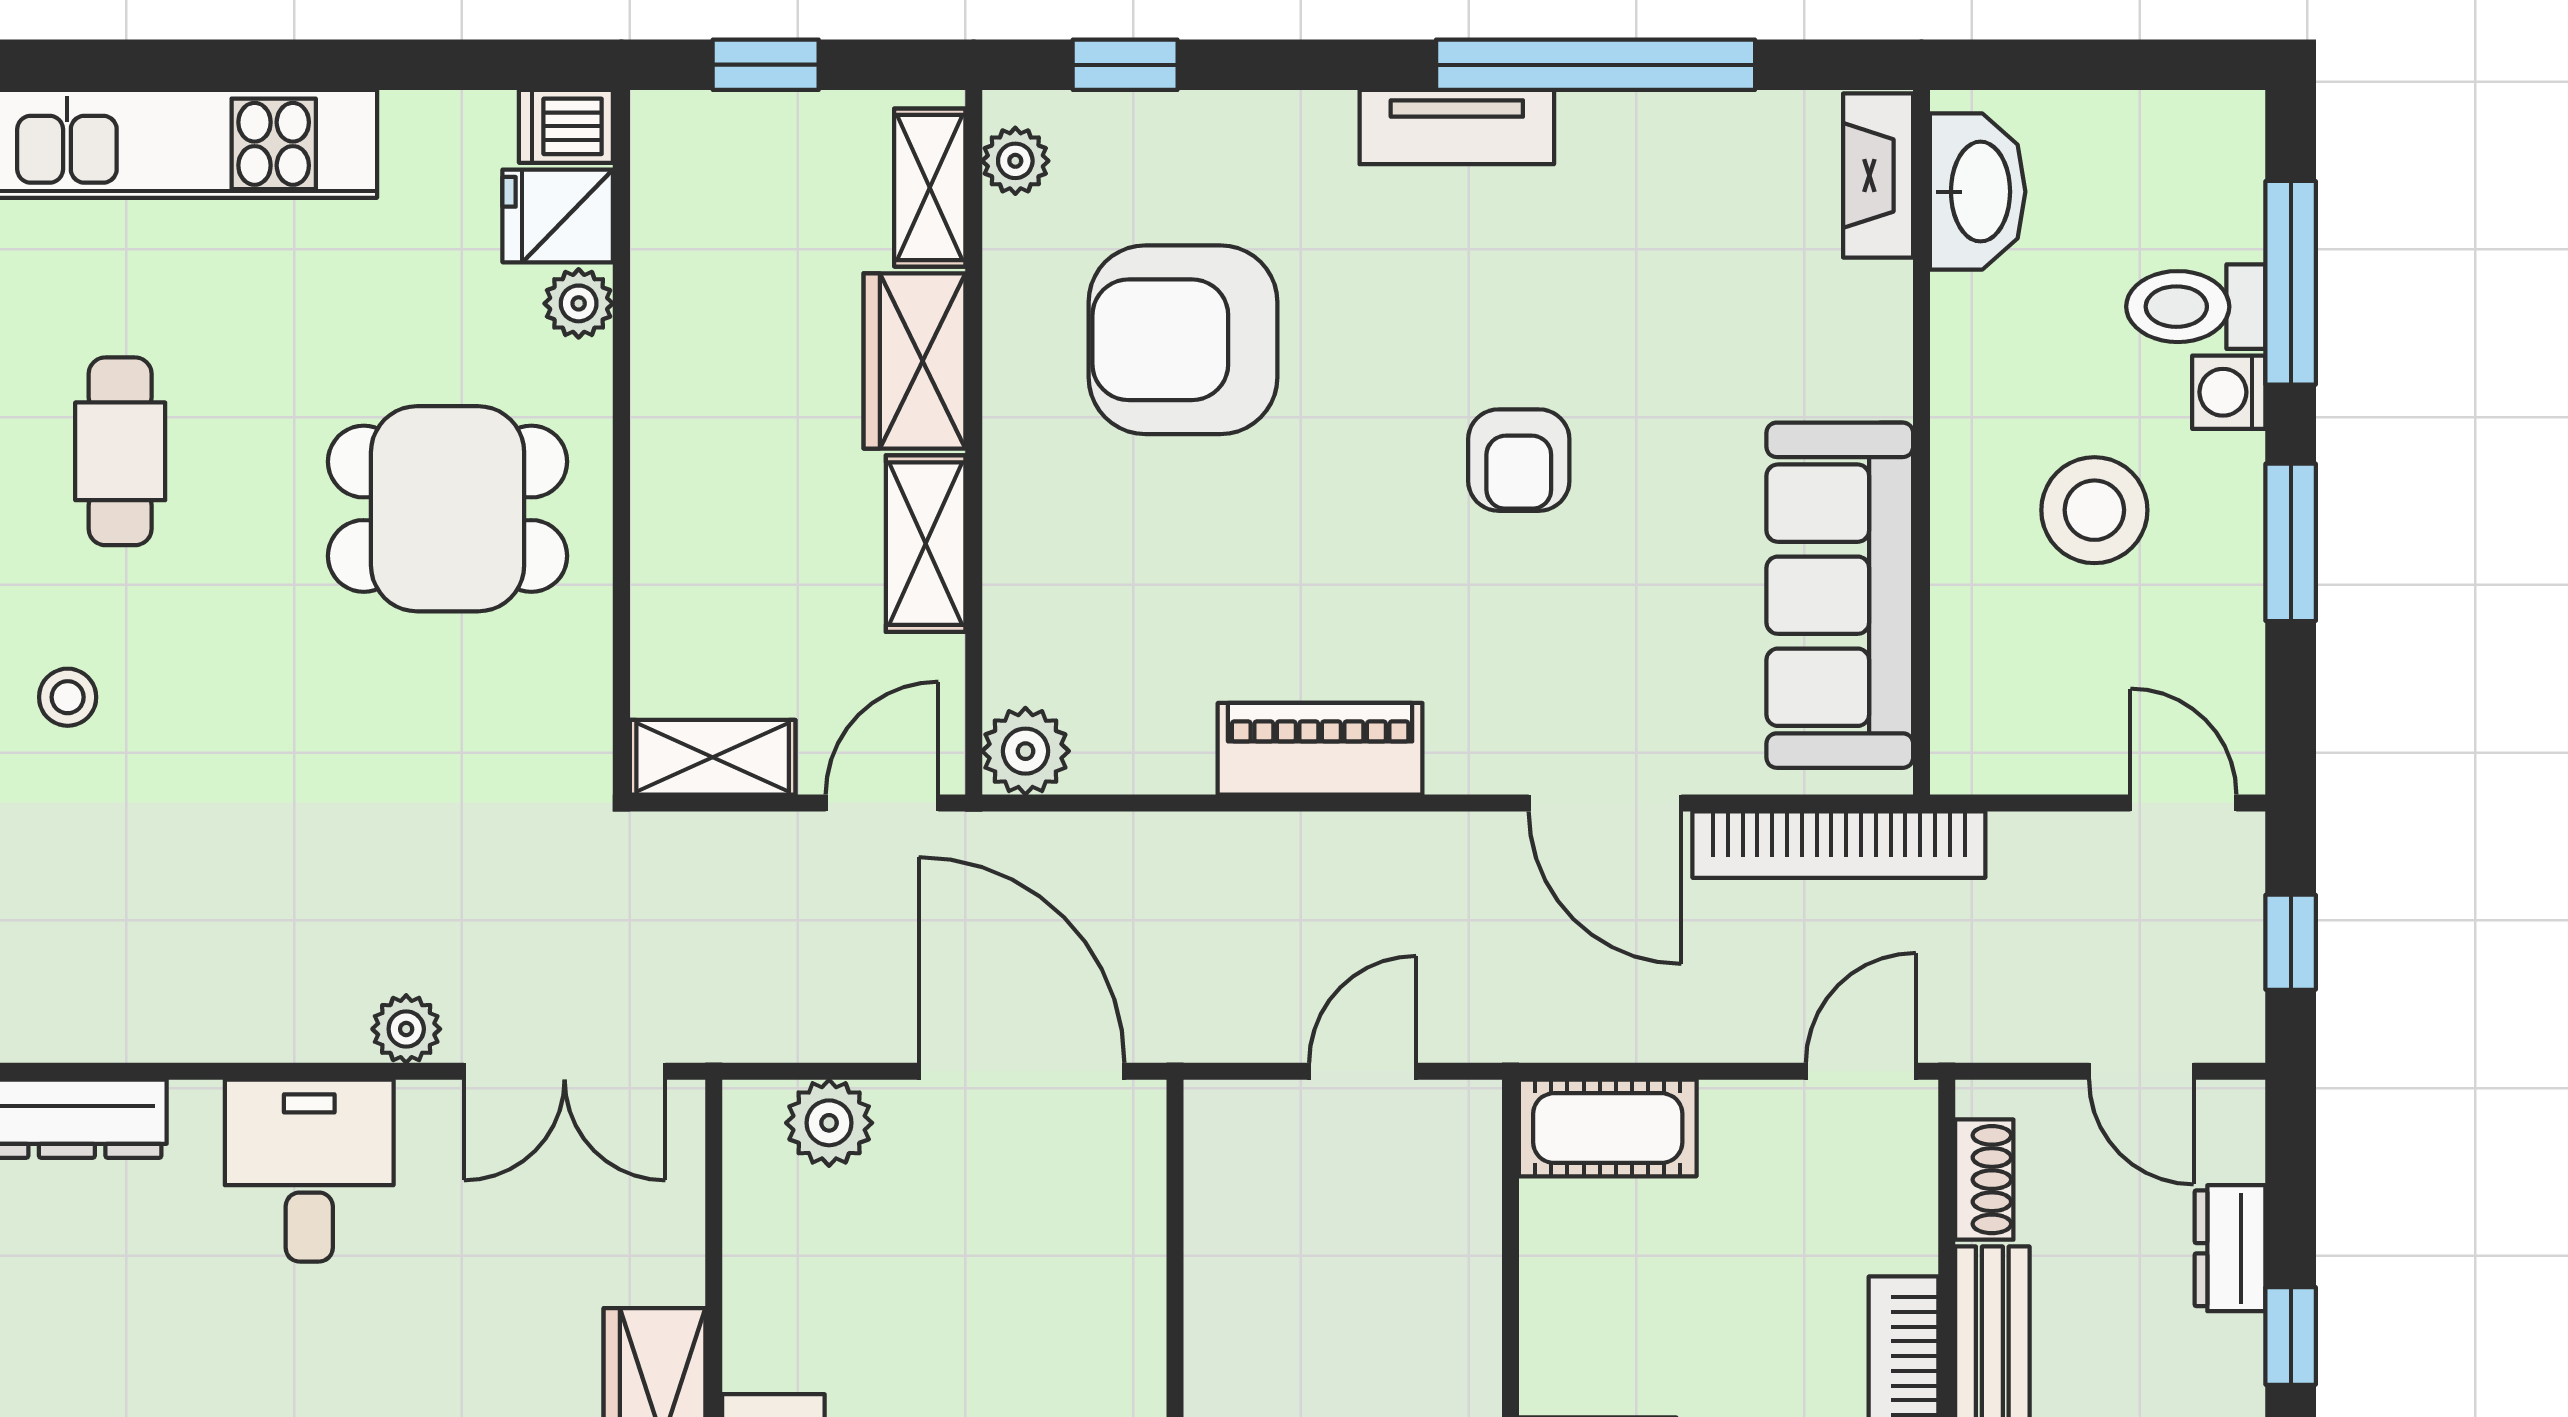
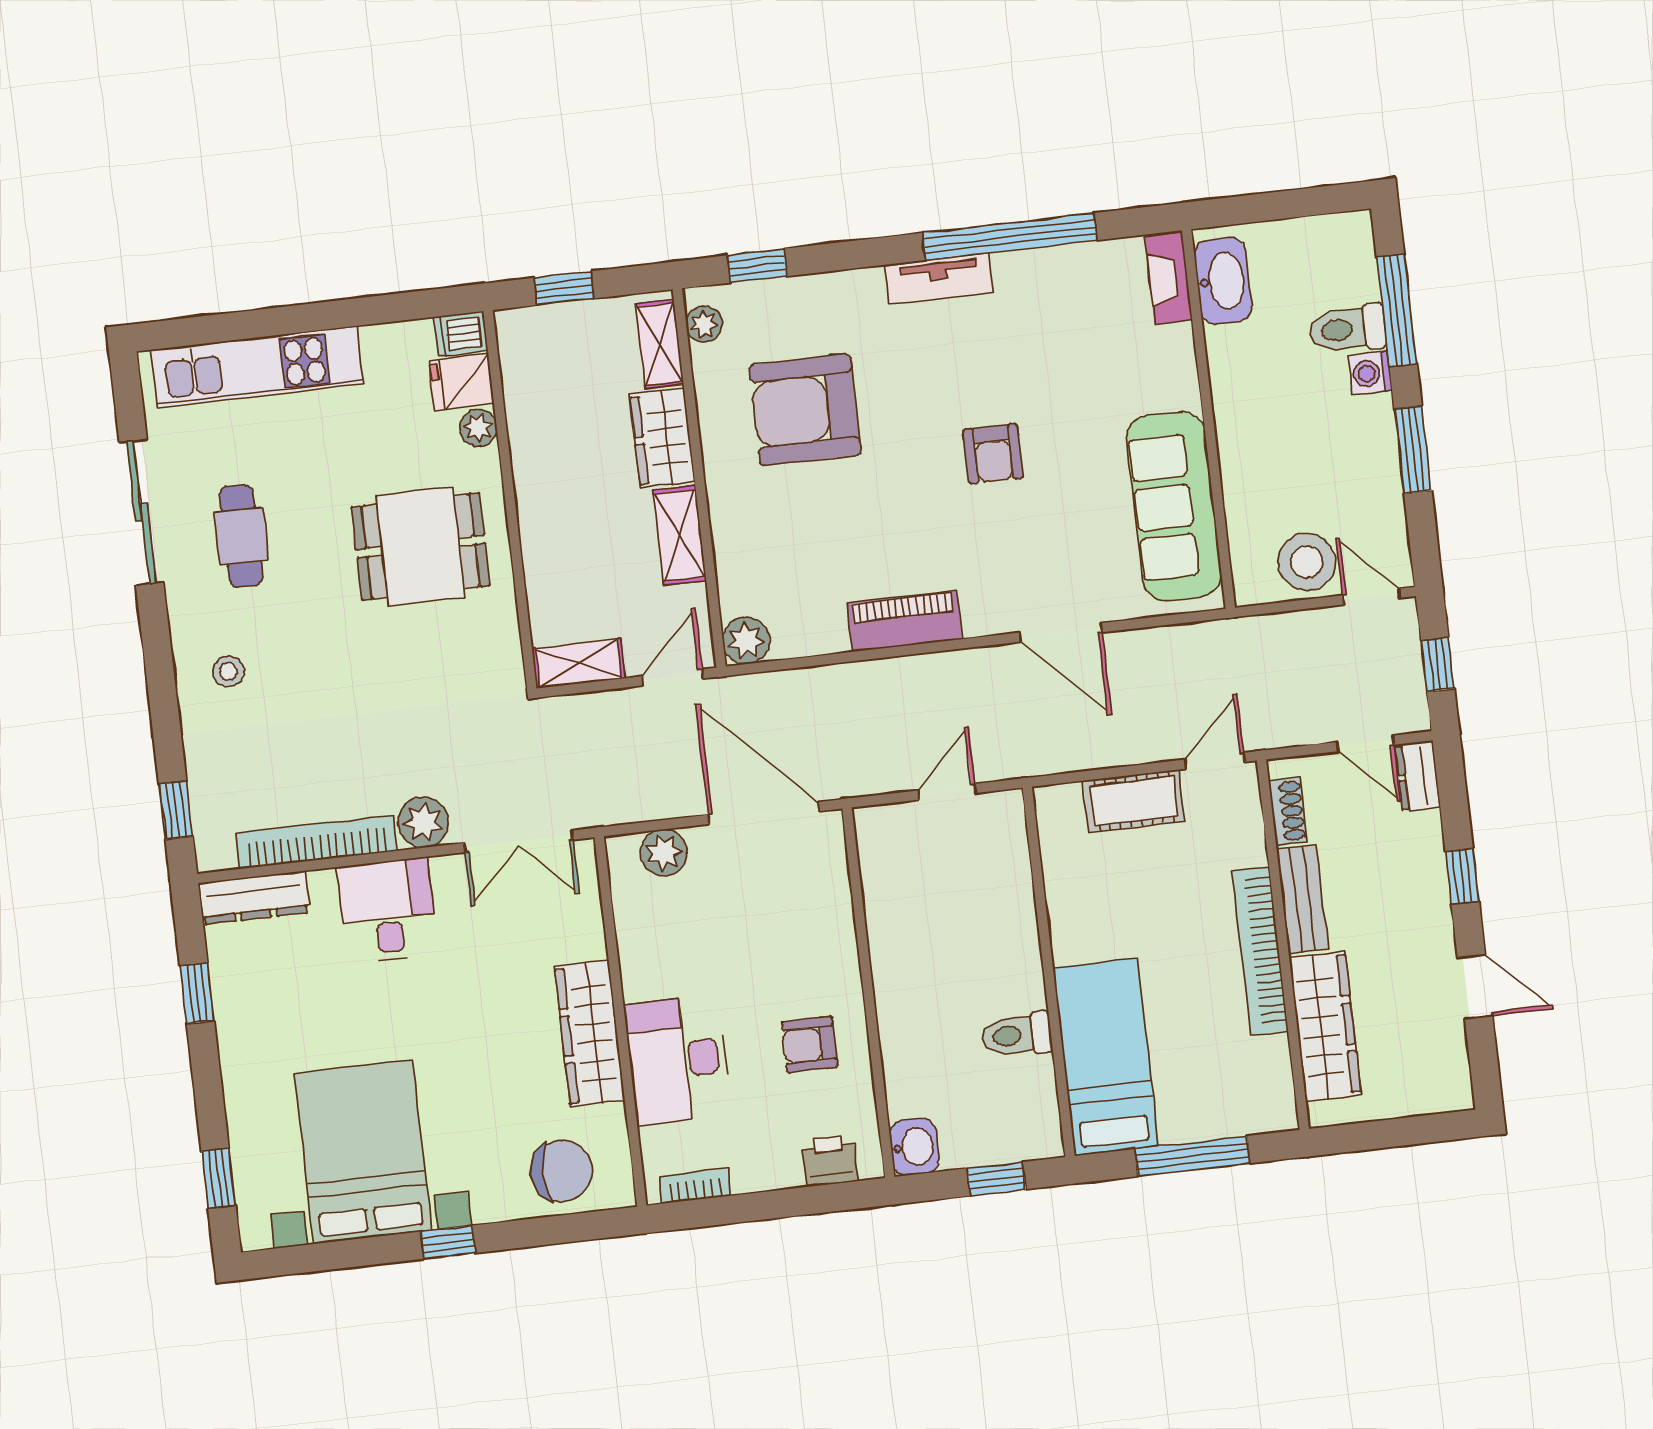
stool: (2094, 510) -> (1307, 562), moved
bookcase: (1839, 845) -> (317, 842), moved, turned 180
plant: (406, 1029) -> (423, 822), width x1.38, depth x1.38
cot: (1608, 1128) -> (1134, 801), moved
dresser: (2230, 1248) -> (1418, 776), moved

